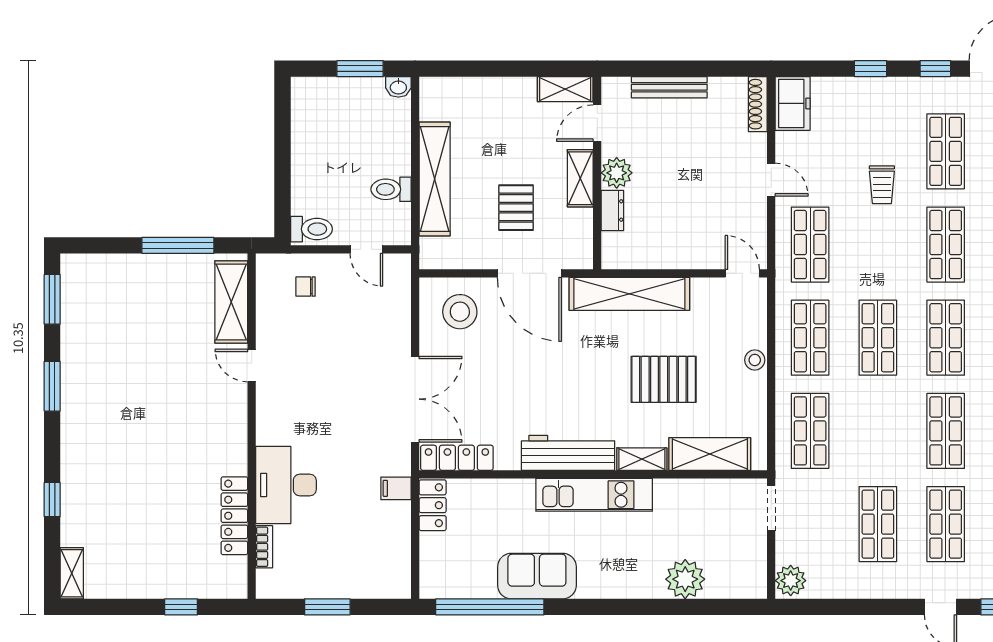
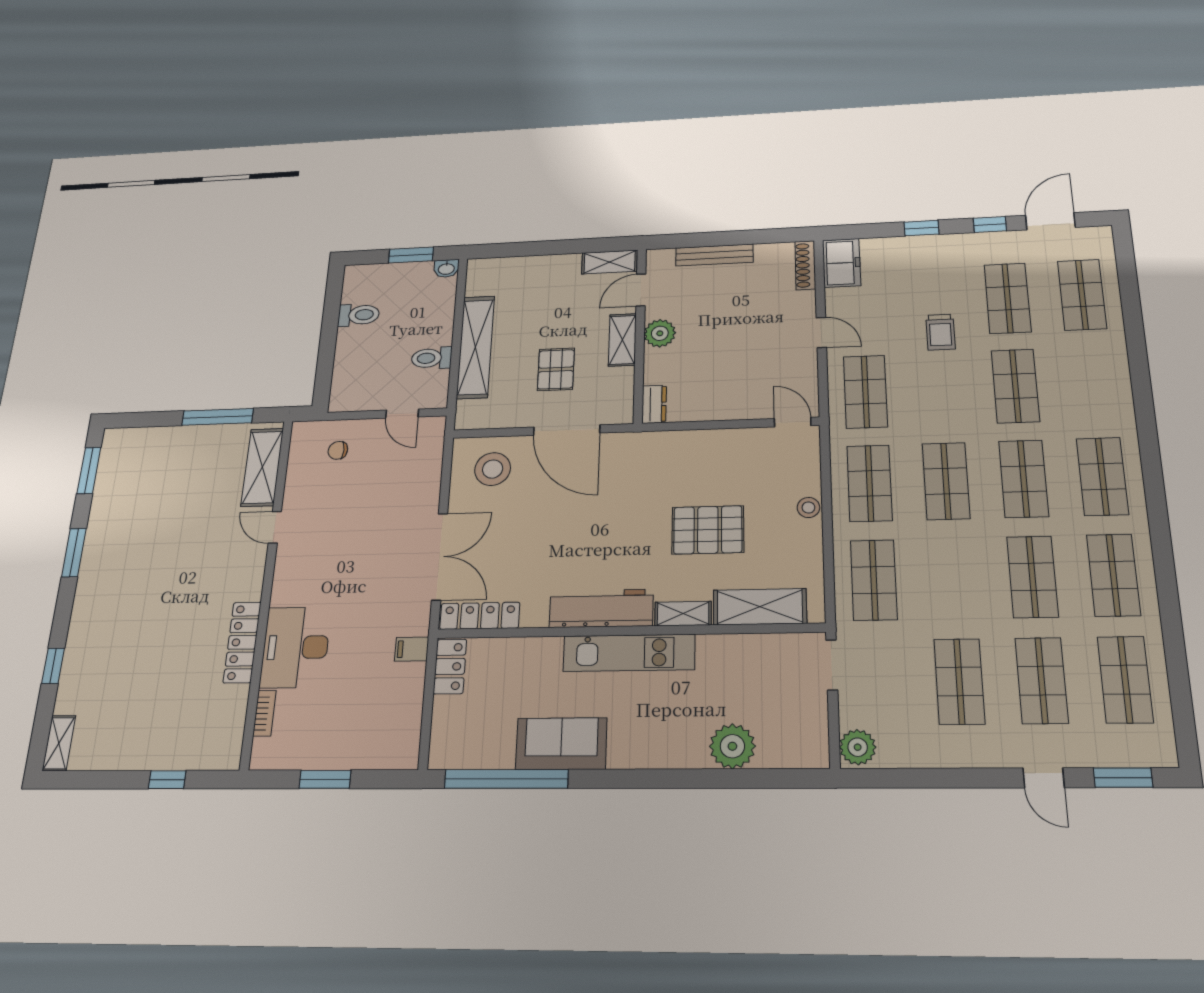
dresser: (612, 210) -> (654, 404), moved
toilet: (311, 229) -> (359, 315), moved
shelving: (629, 294) -> (671, 446), removed
locker: (234, 516) -> (242, 642), moved

